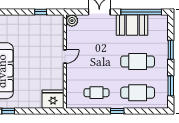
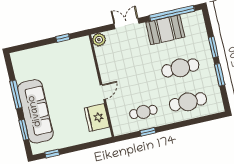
door: (65, 57) -> (103, 92), moved
window: (171, 86) -> (220, 75), moved
fridge: (53, 99) -> (97, 118), moved, turned -90
window: (117, 111) -> (148, 132), moved

